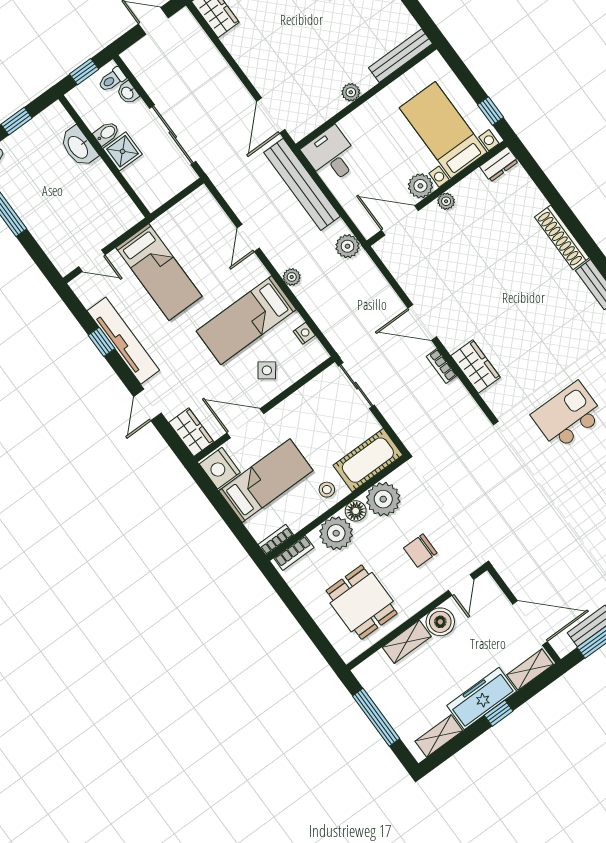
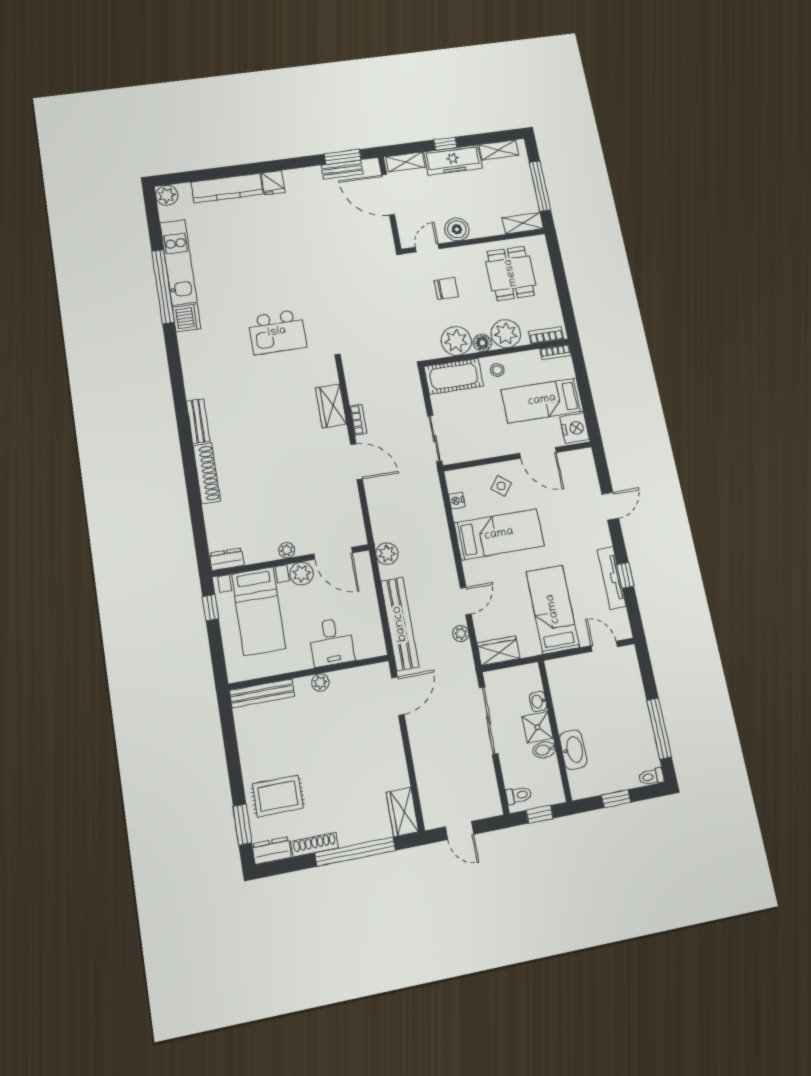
washbasin: (128, 93) -> (538, 701), moved, turned 180
desk: (331, 155) -> (331, 642), moved
plant: (292, 277) -> (461, 634), moved
tv unit: (123, 341) -> (612, 578), width x0.73, depth x0.78
wardrobe: (191, 432) -> (498, 651), moved, turned 90
shelving: (407, 642) -> (523, 223), moved

